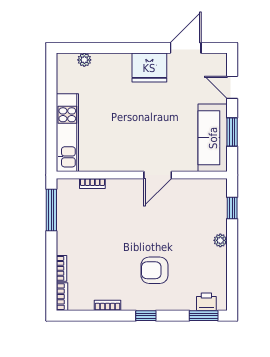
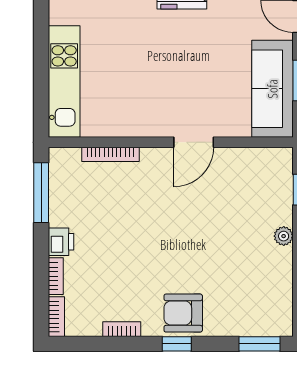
bookcase: (92, 183) -> (110, 154), width x1.56
armchair: (154, 270) -> (183, 313), moved
printer: (206, 302) -> (61, 242), moved, turned 90

